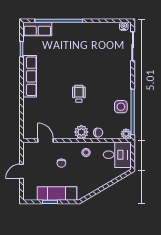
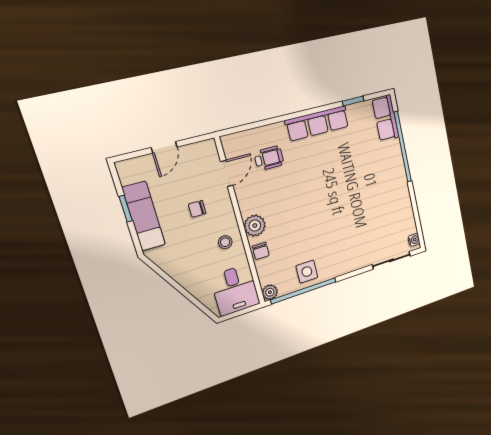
wheelchair: (79, 94) -> (269, 158), moved
door: (21, 171) -> (164, 147), swing flipped

